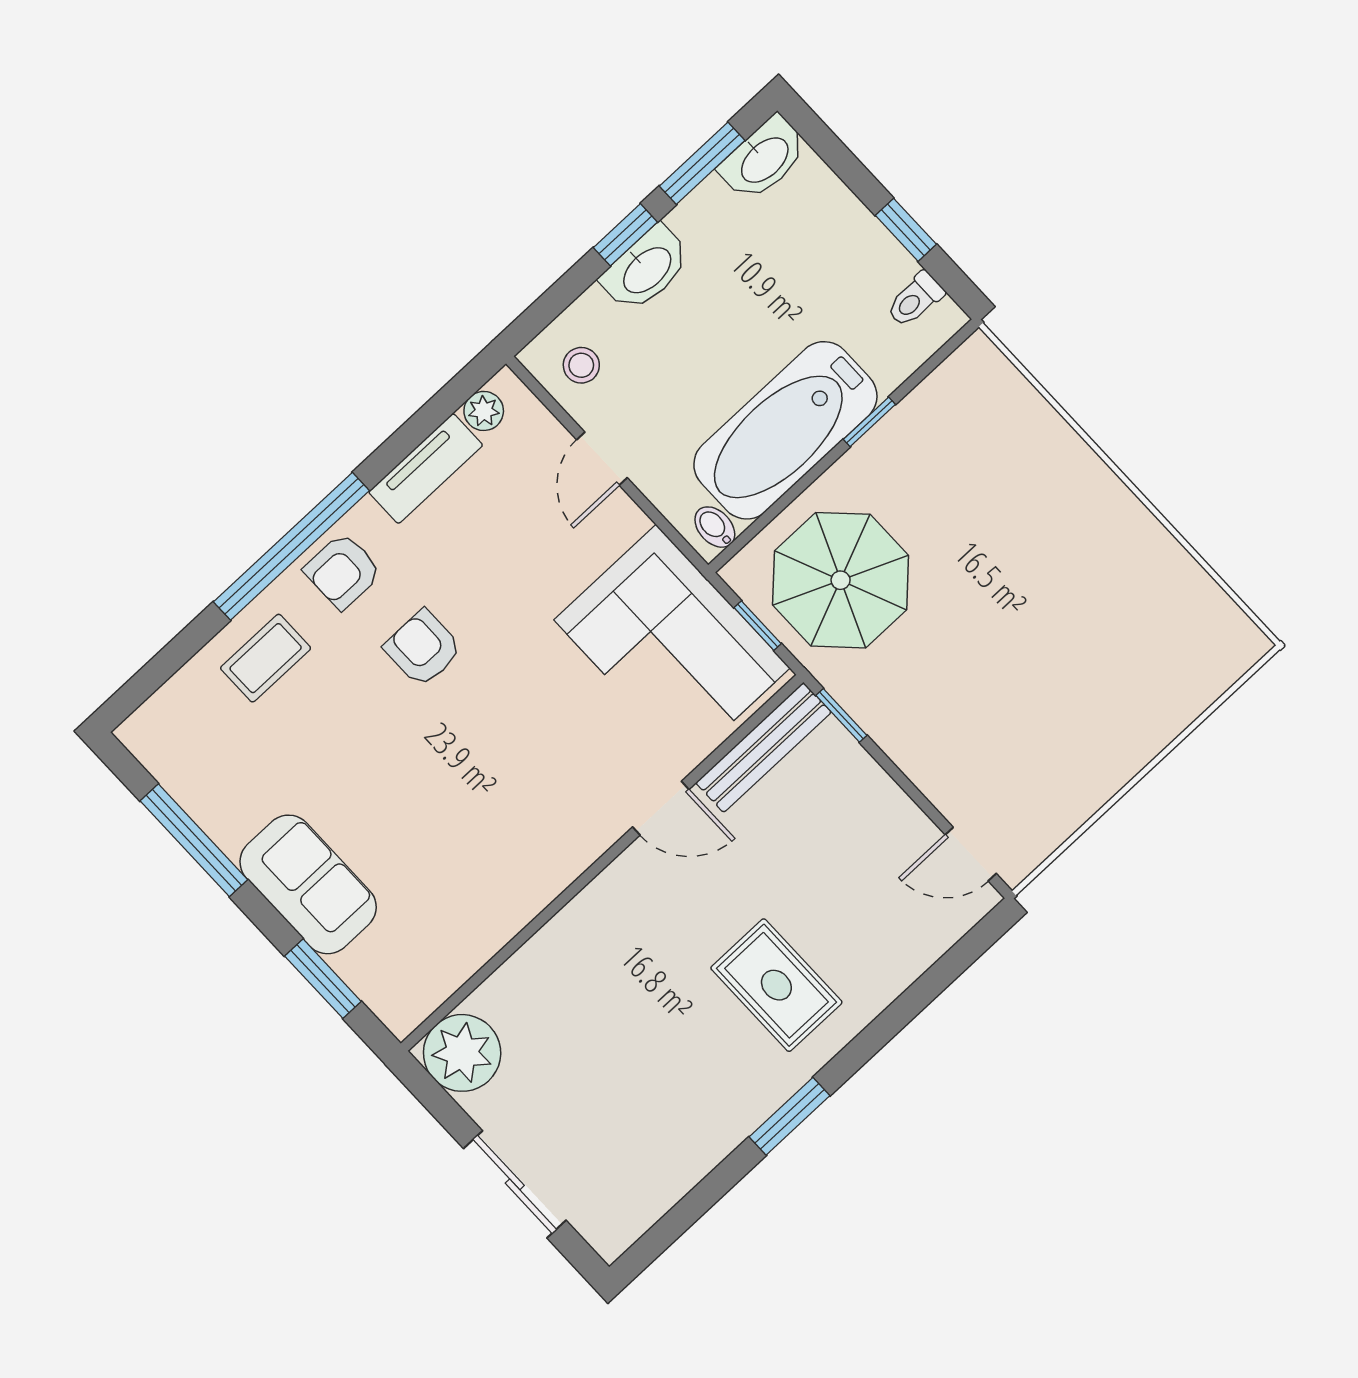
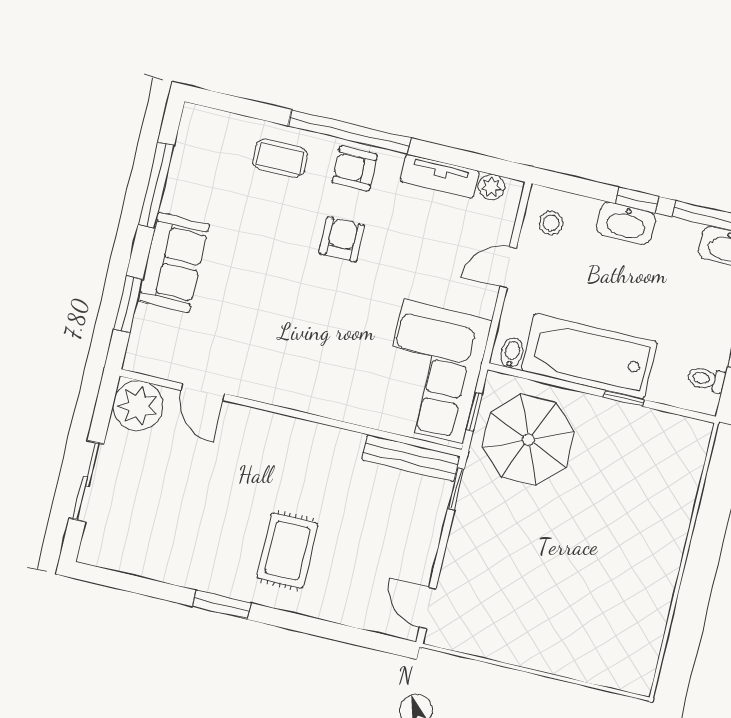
door: (661, 808) -> (203, 392), moved

